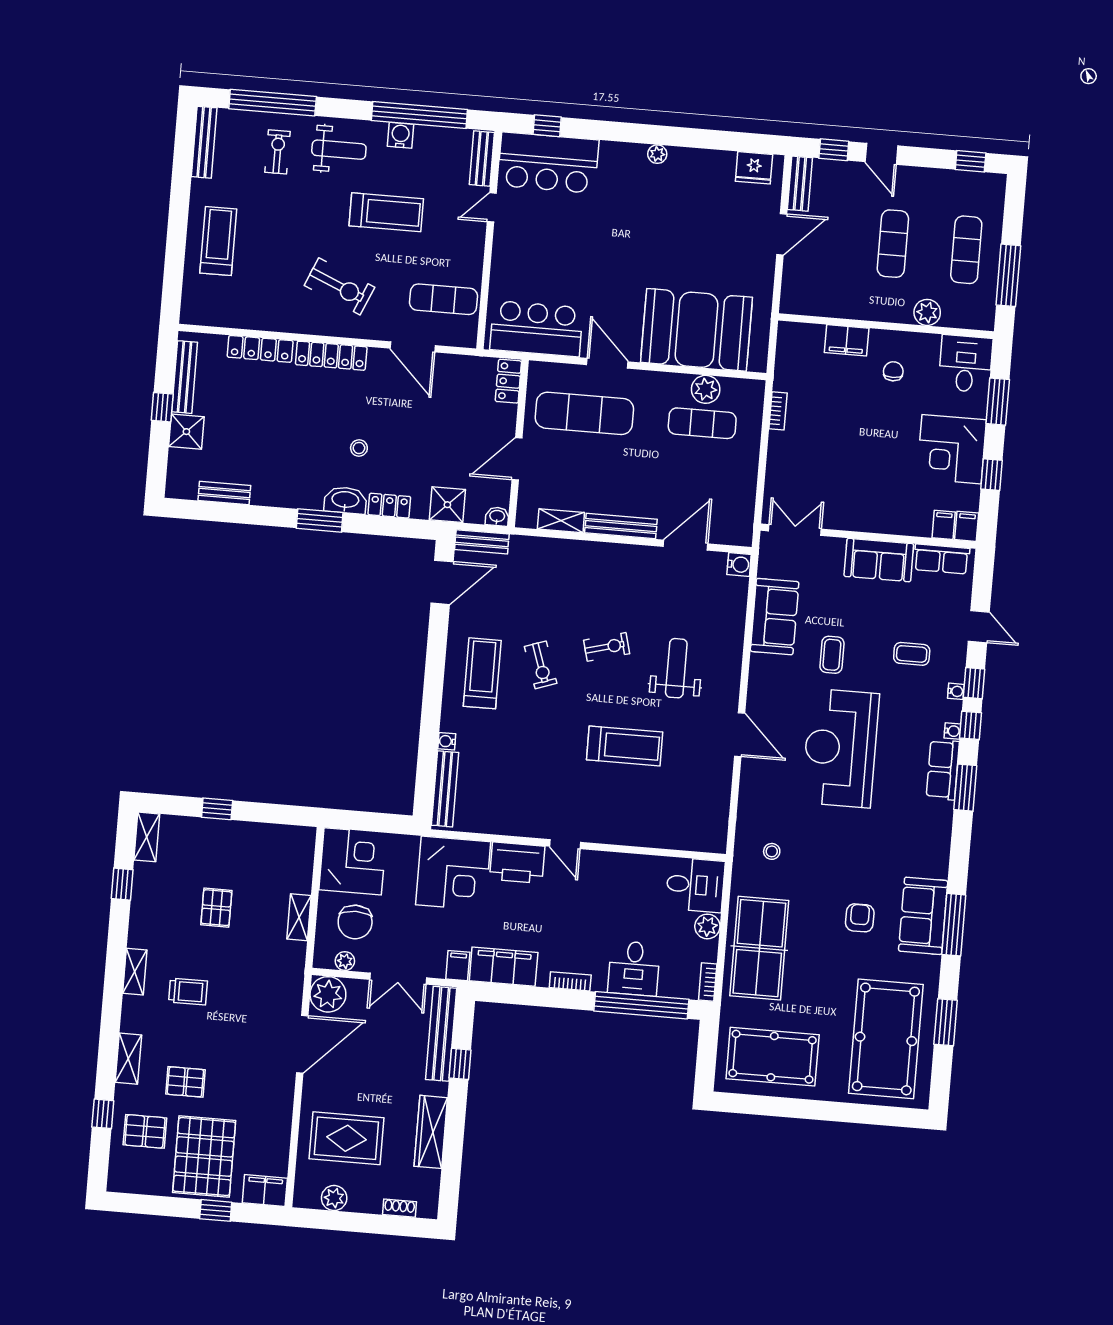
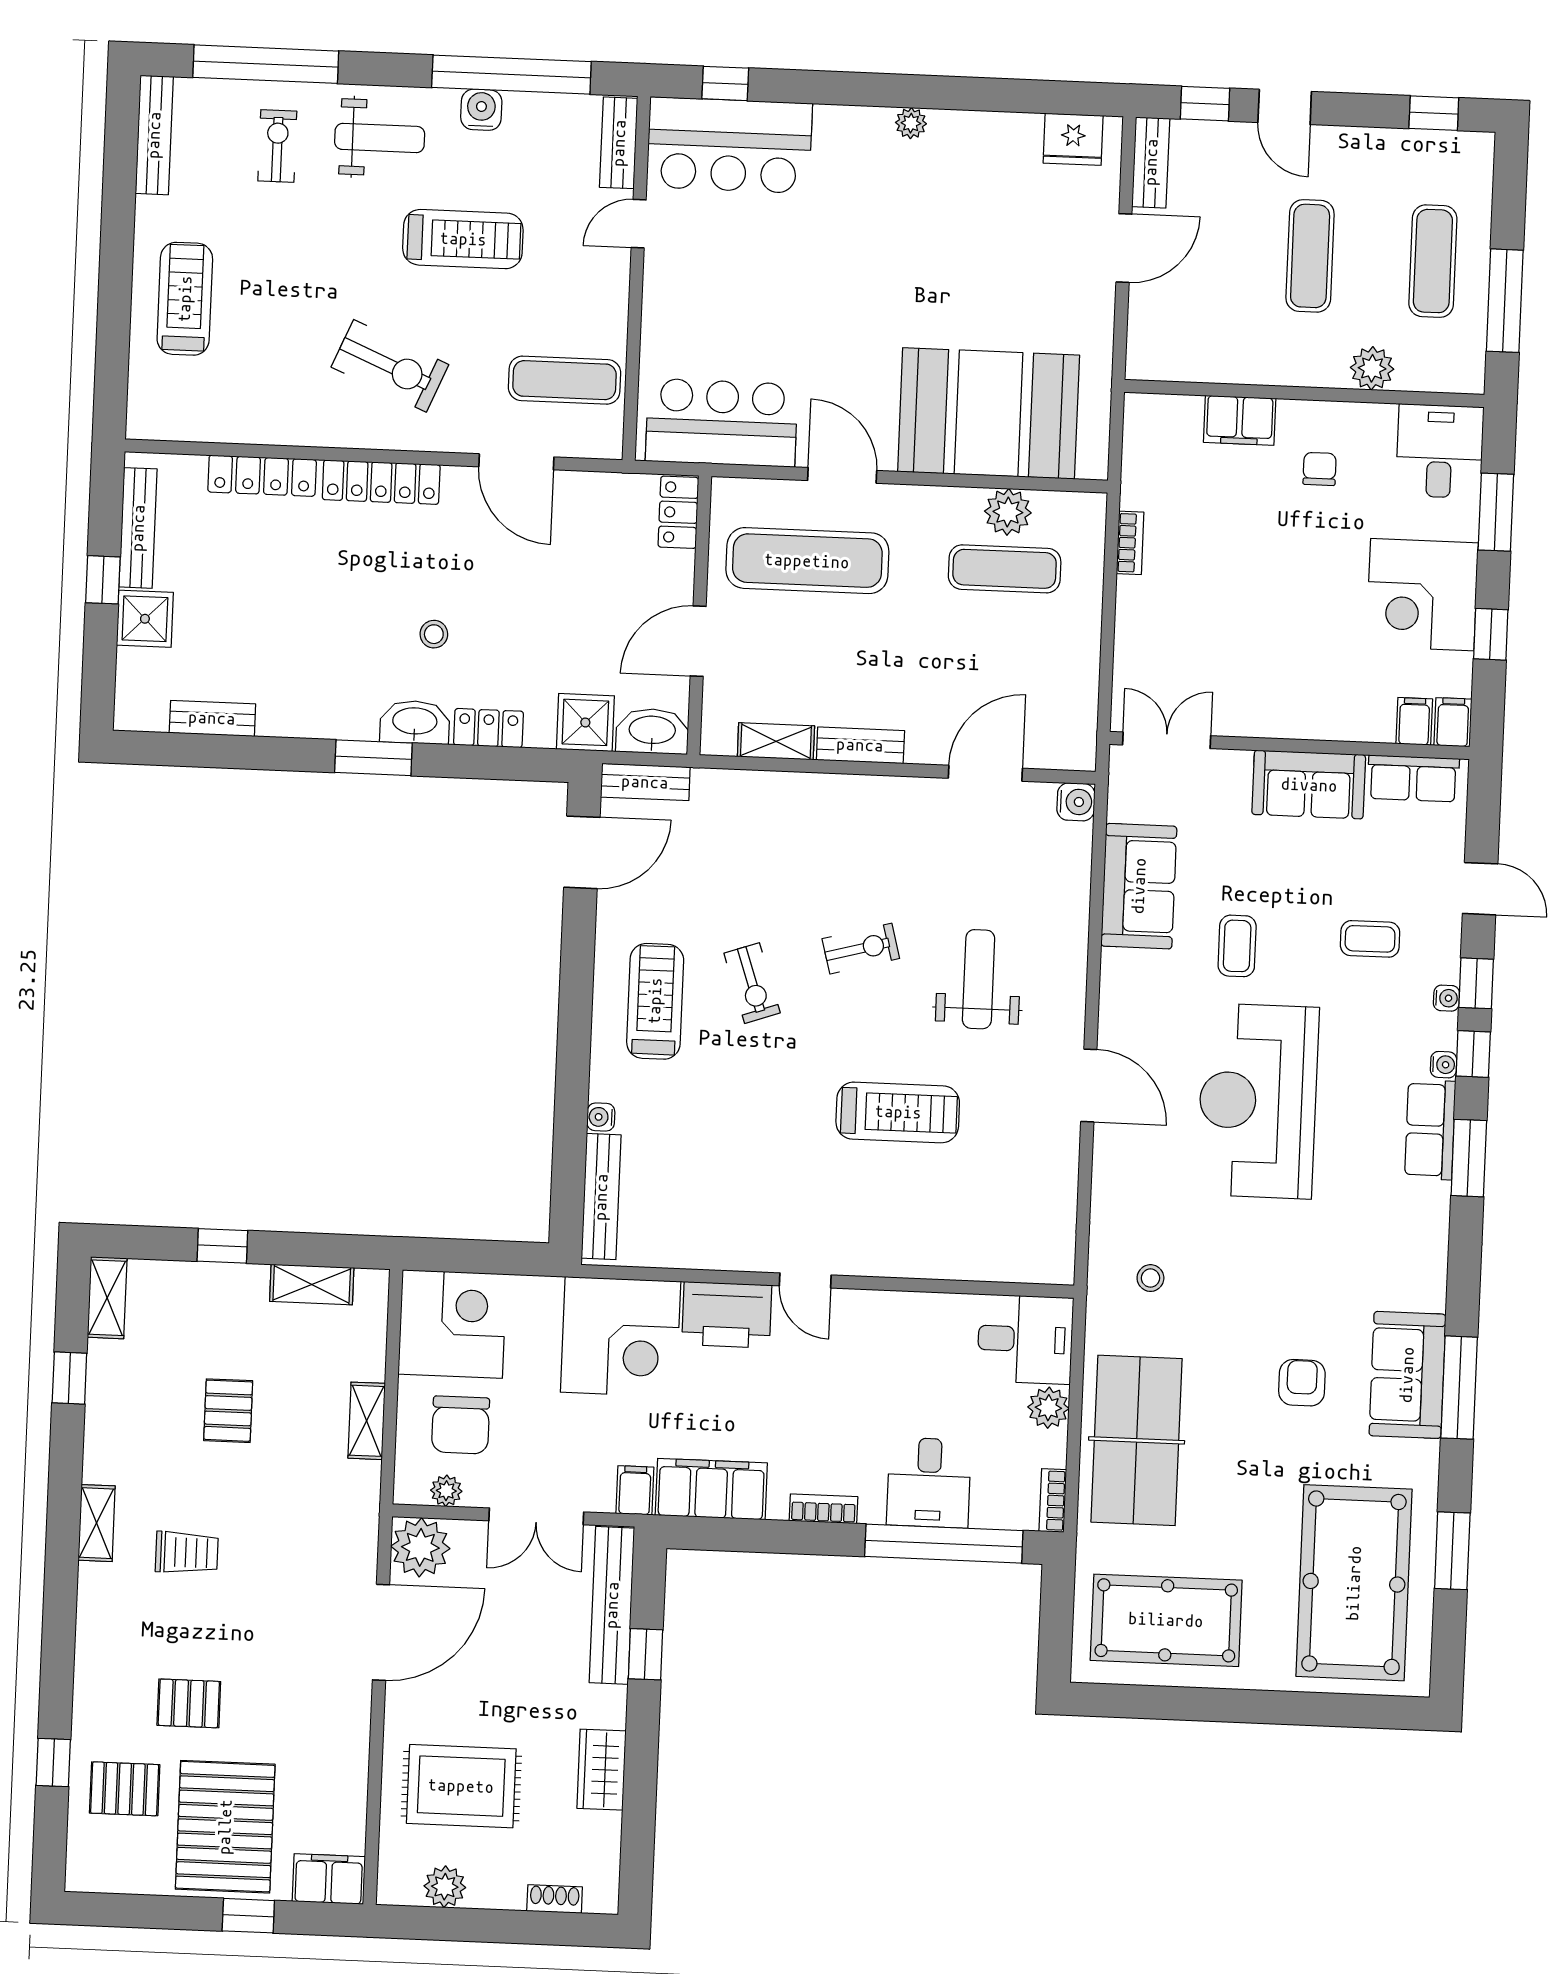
washbasin: (497, 516) -> (652, 731), width x1.91, depth x1.45
bench: (621, 526) -> (860, 745), width x0.73
shelving: (128, 1059) -> (312, 1284), moved, turned 90
wardrobe: (431, 1132) -> (601, 1770), width x0.67

